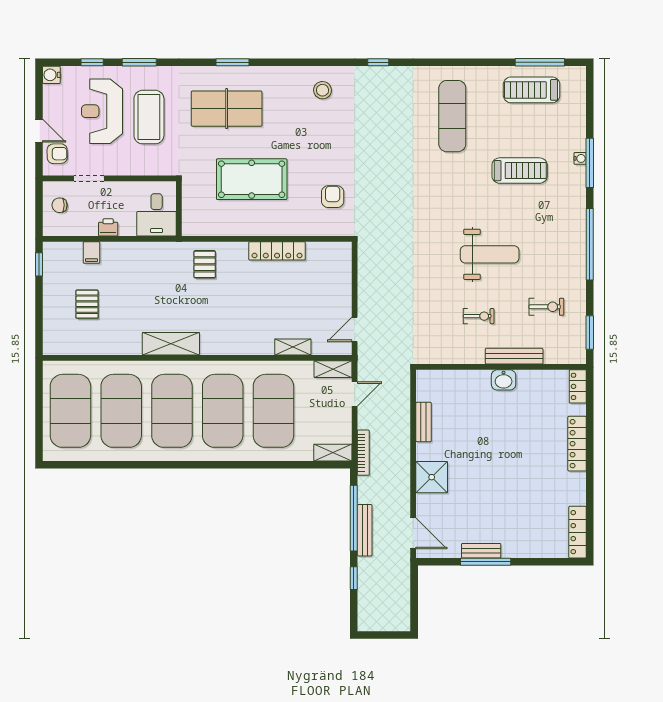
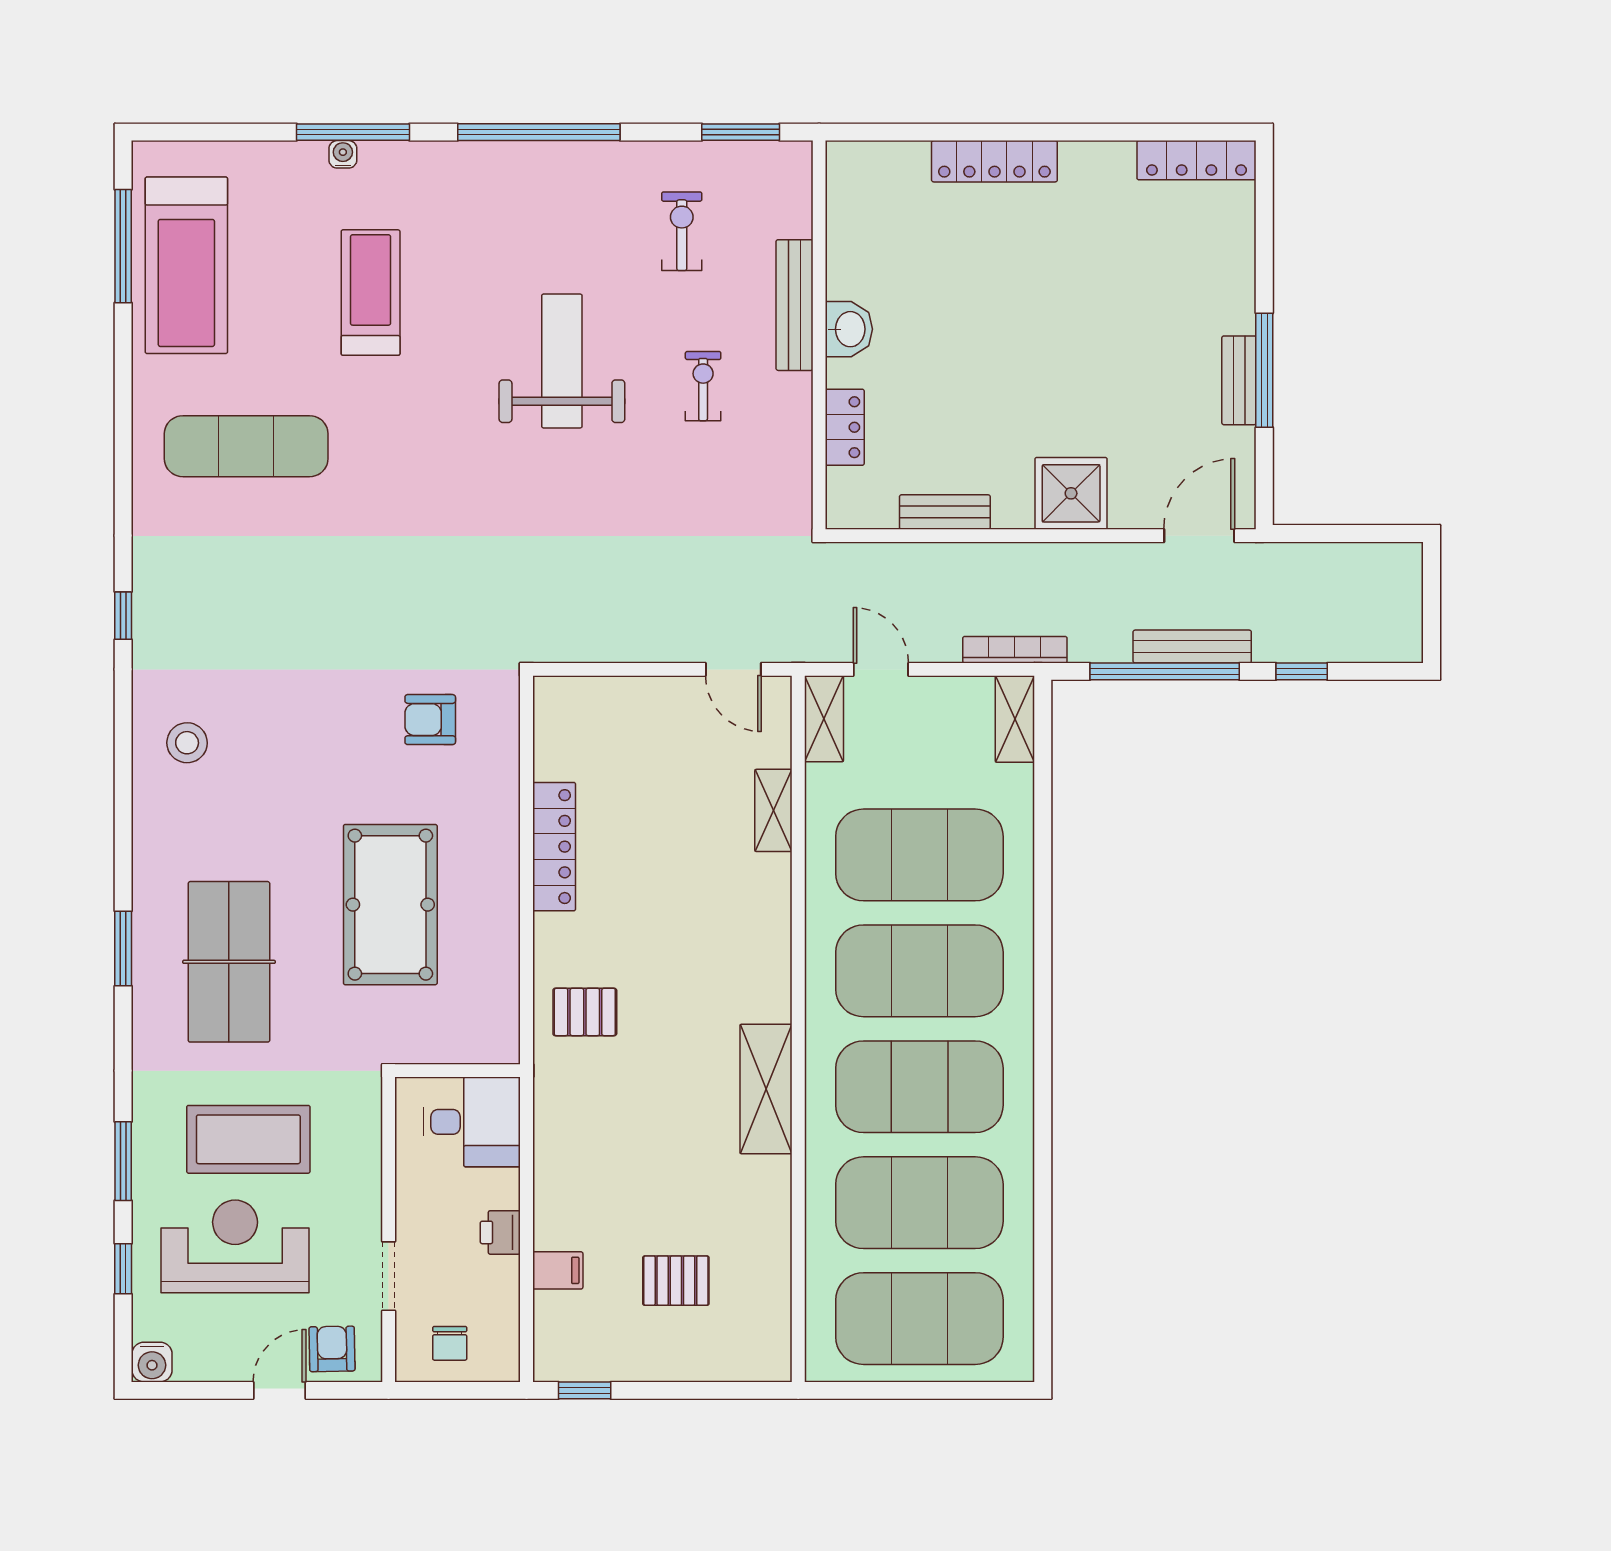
treadmill: (532, 90) -> (186, 265), width x1.37, depth x1.37
reception desk: (102, 111) -> (235, 1246), turned 180
locker: (578, 386) -> (845, 427), moved, turned -90

